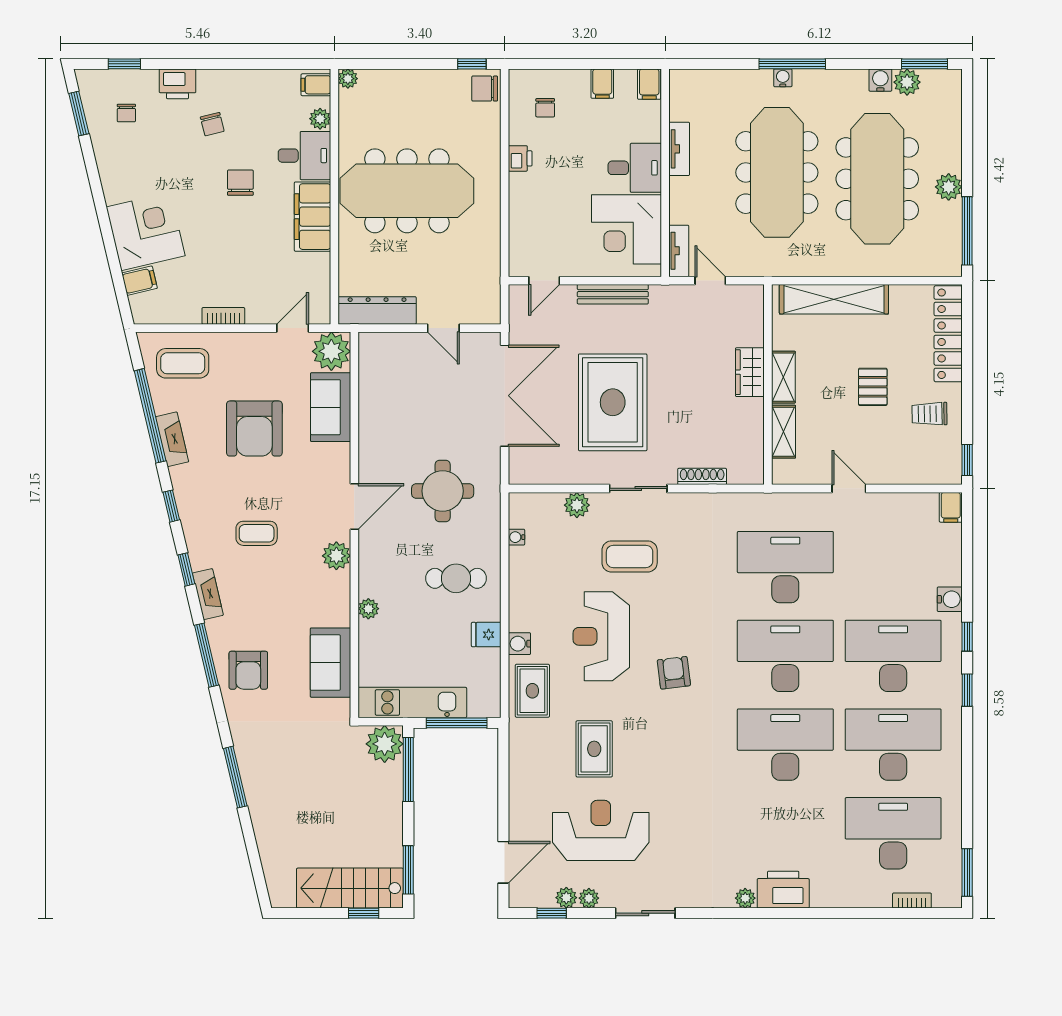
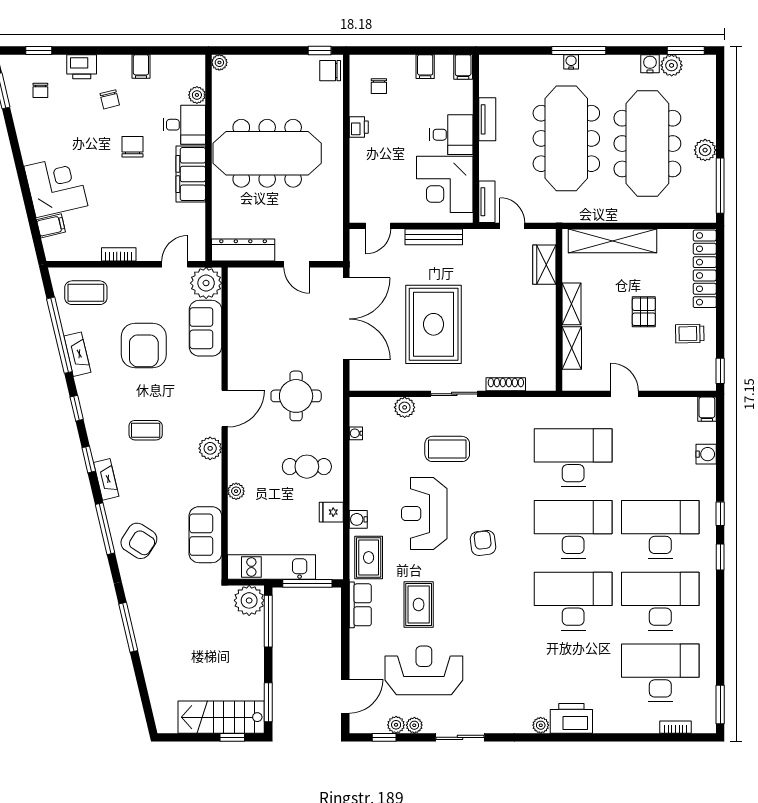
filing cabinet: (316, 85) -> (141, 66), moved, turned -90
wardrobe: (750, 372) -> (544, 265), moved
water cooler: (950, 599) -> (706, 454), moved
armchair: (248, 670) -> (139, 541), turned -57
row of seats: (522, 749) -> (360, 605), added

